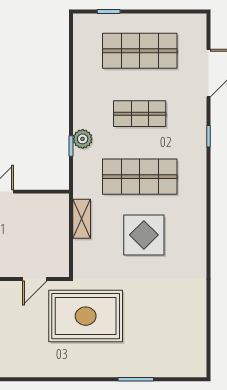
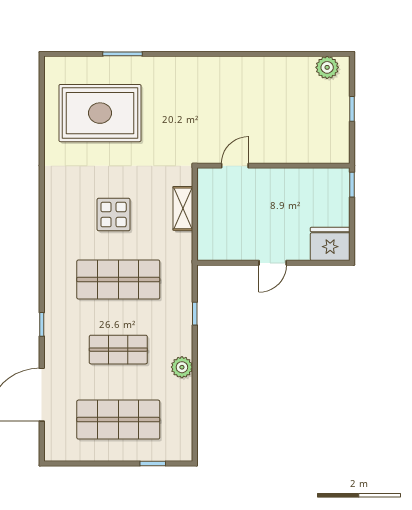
plant: (83, 139) -> (182, 367), moved
shelving: (82, 219) -> (183, 208), moved
display table: (144, 235) -> (114, 215), width x0.73, depth x0.73
rug: (86, 316) -> (100, 113), moved

